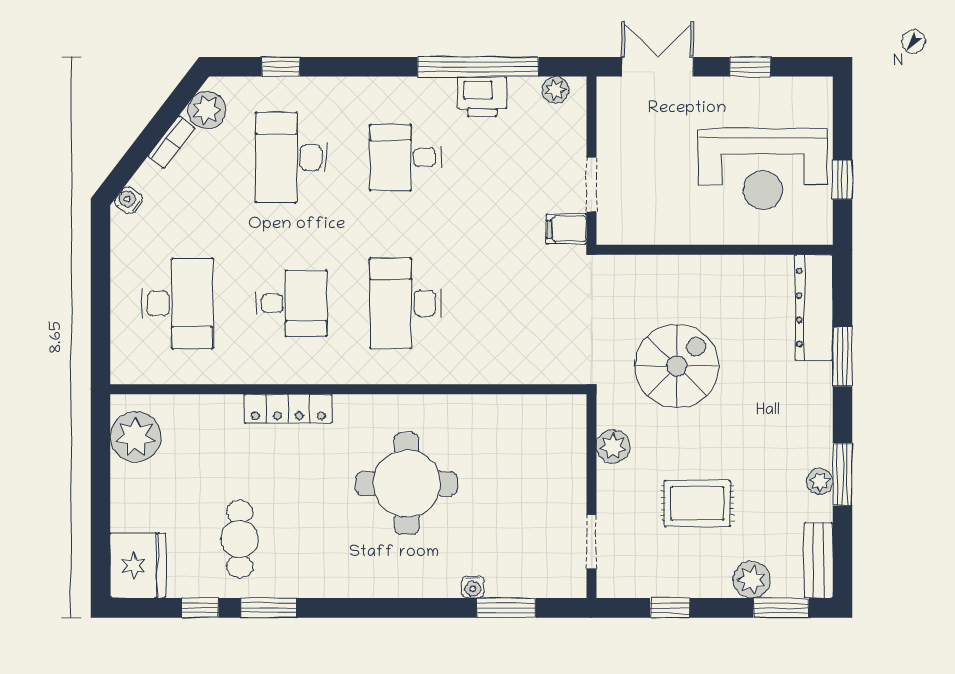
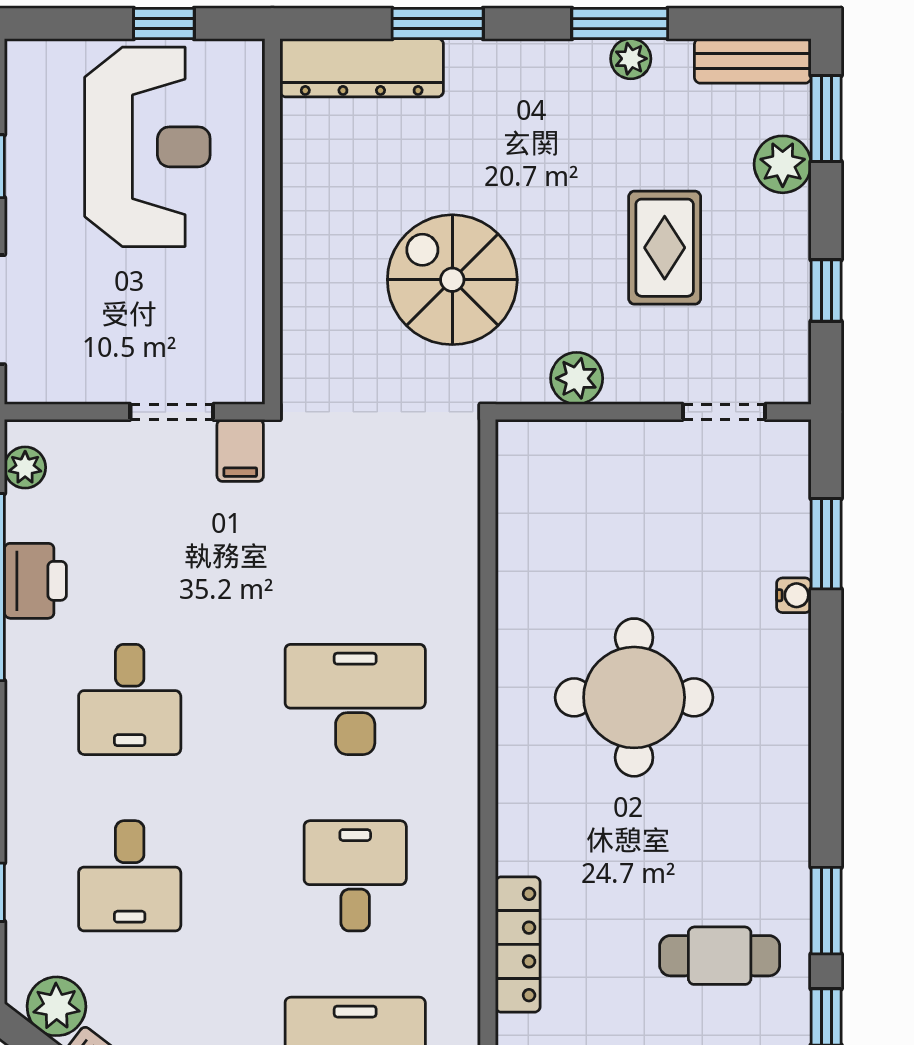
desk: (291, 157) -> (130, 876), width x0.73
desk: (405, 303) -> (355, 699), turned 180
locker: (288, 408) -> (518, 944), moved

